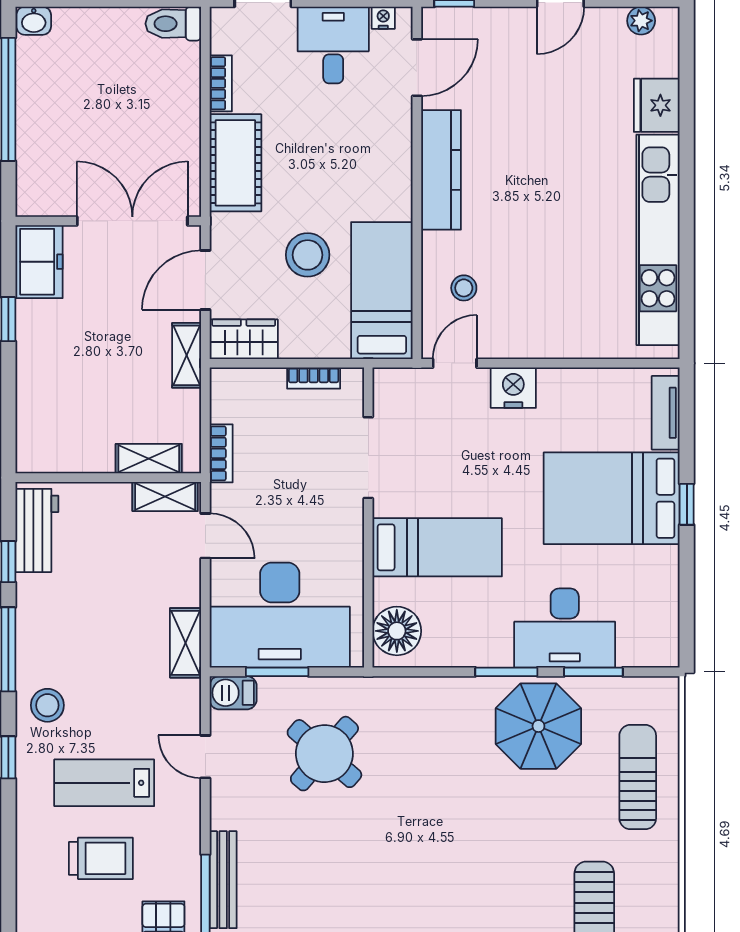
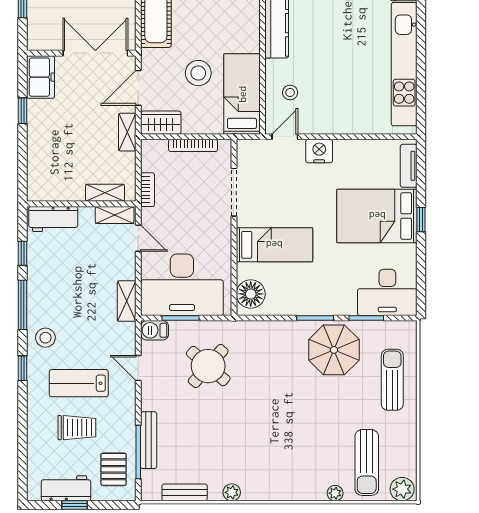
bookcase: (314, 378) -> (193, 145), width x1.56
workbench: (37, 530) -> (53, 219), moved, turned 90
desk: (565, 628) -> (387, 292), moved

